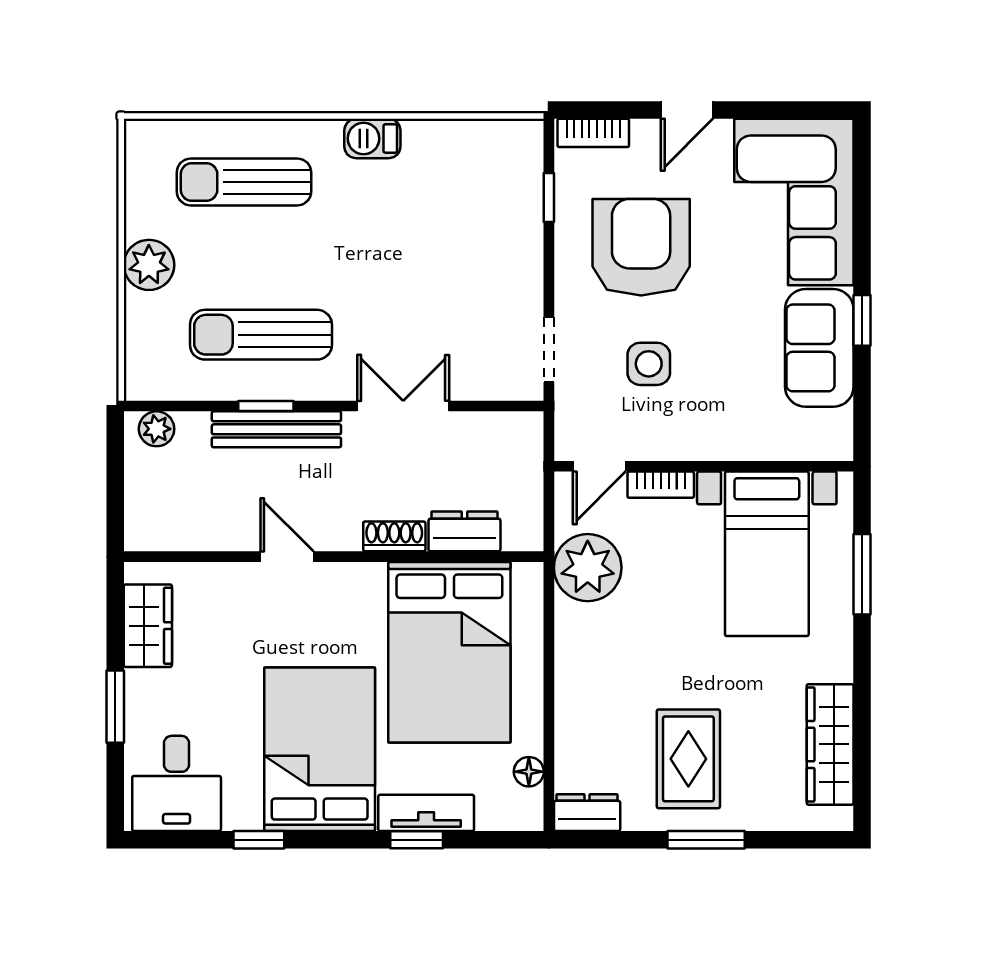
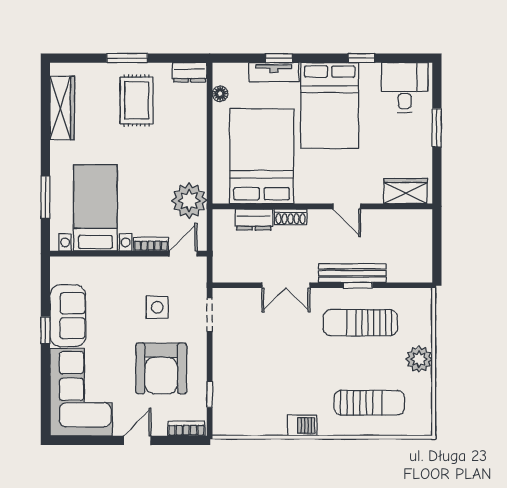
sun lounger: (261, 335) -> (360, 323), turned 180
plant: (157, 429) -> (415, 273), removed
wardrobe: (148, 626) -> (406, 191), moved, turned 90

